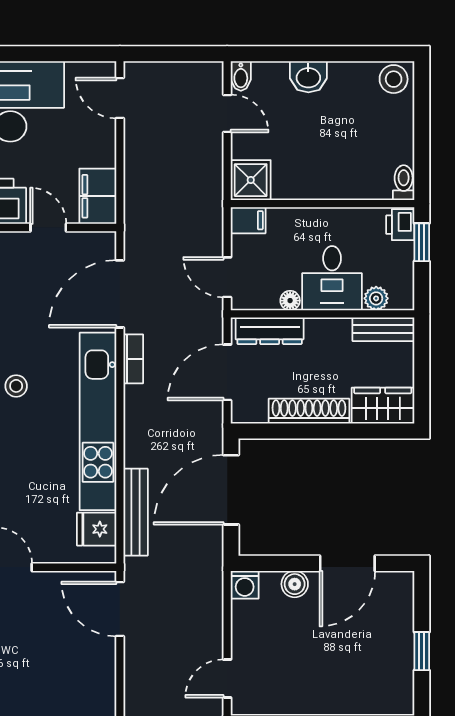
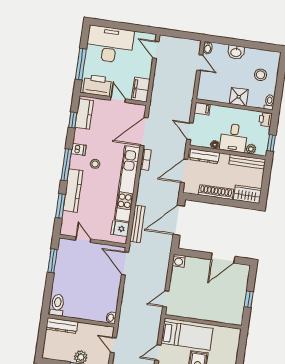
stool: (394, 79) -> (261, 75), moved
shower: (251, 180) -> (239, 97), moved
window: (422, 242) -> (271, 143), moved
bench: (383, 329) -> (247, 162), width x1.36
boiler: (295, 584) -> (200, 264), removed

